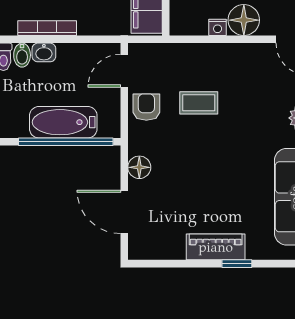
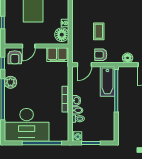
floor lamp: (244, 20) -> (62, 35), moved
door: (124, 71) -> (84, 65), hinge flipped
bathtub: (63, 122) -> (107, 81), moved

